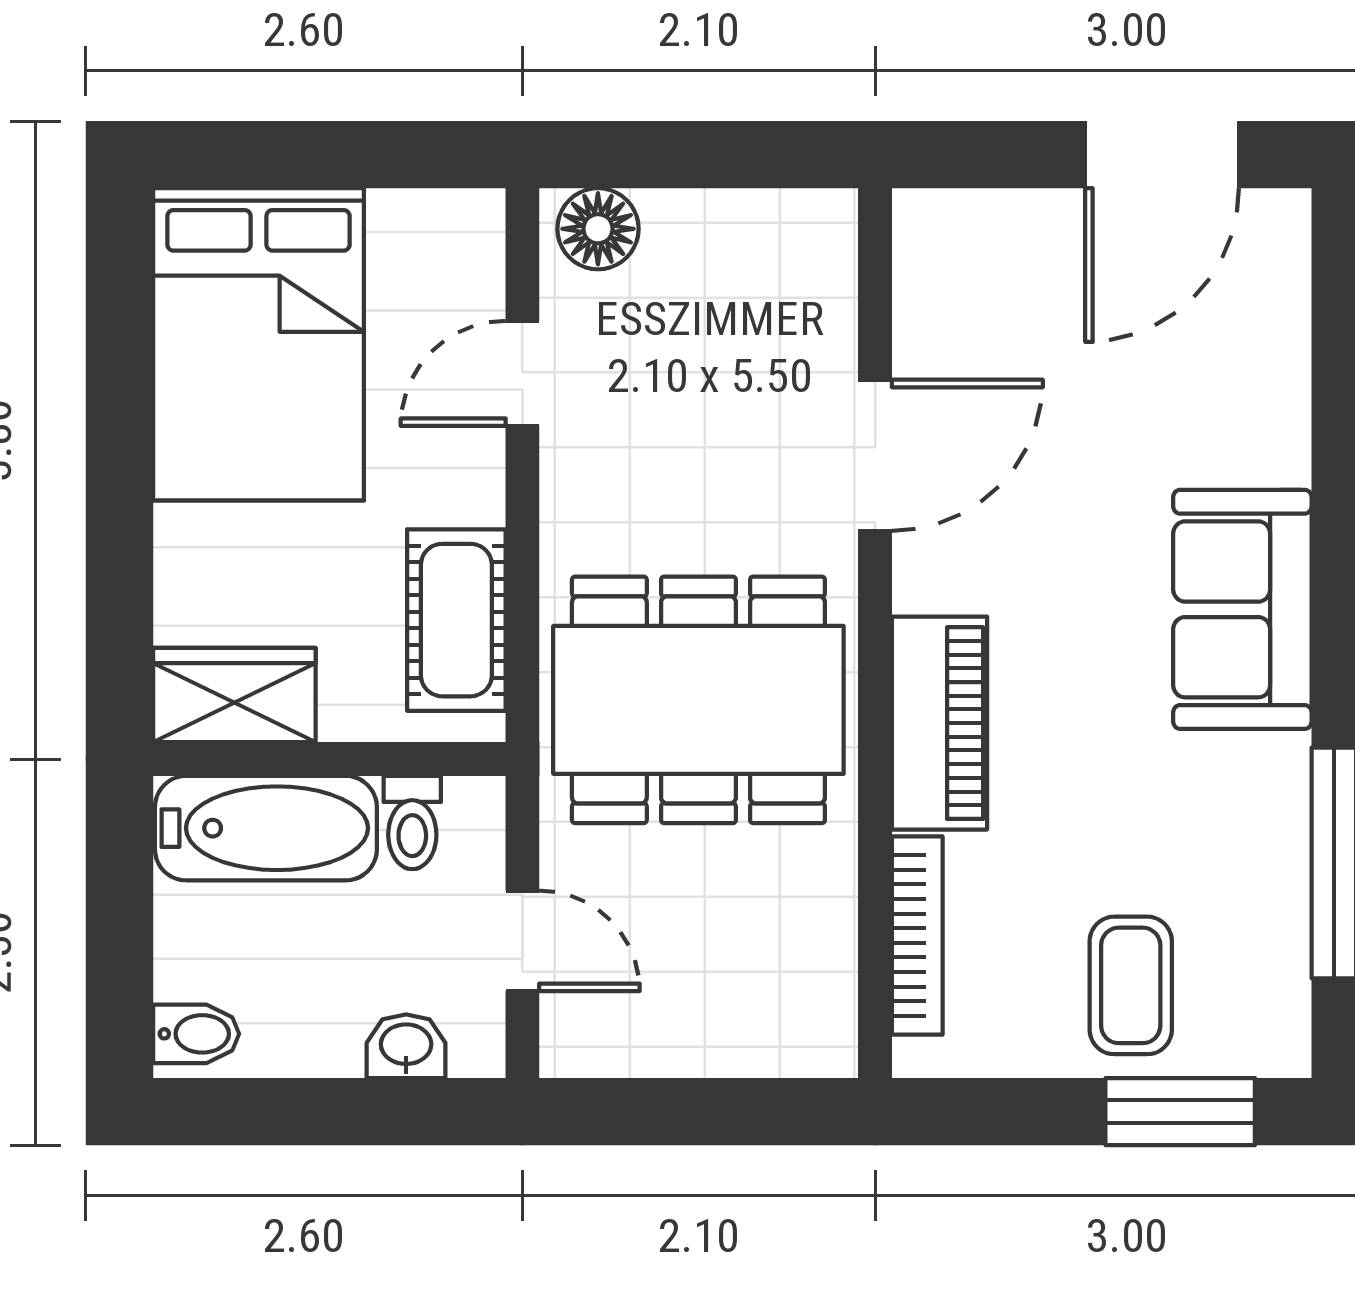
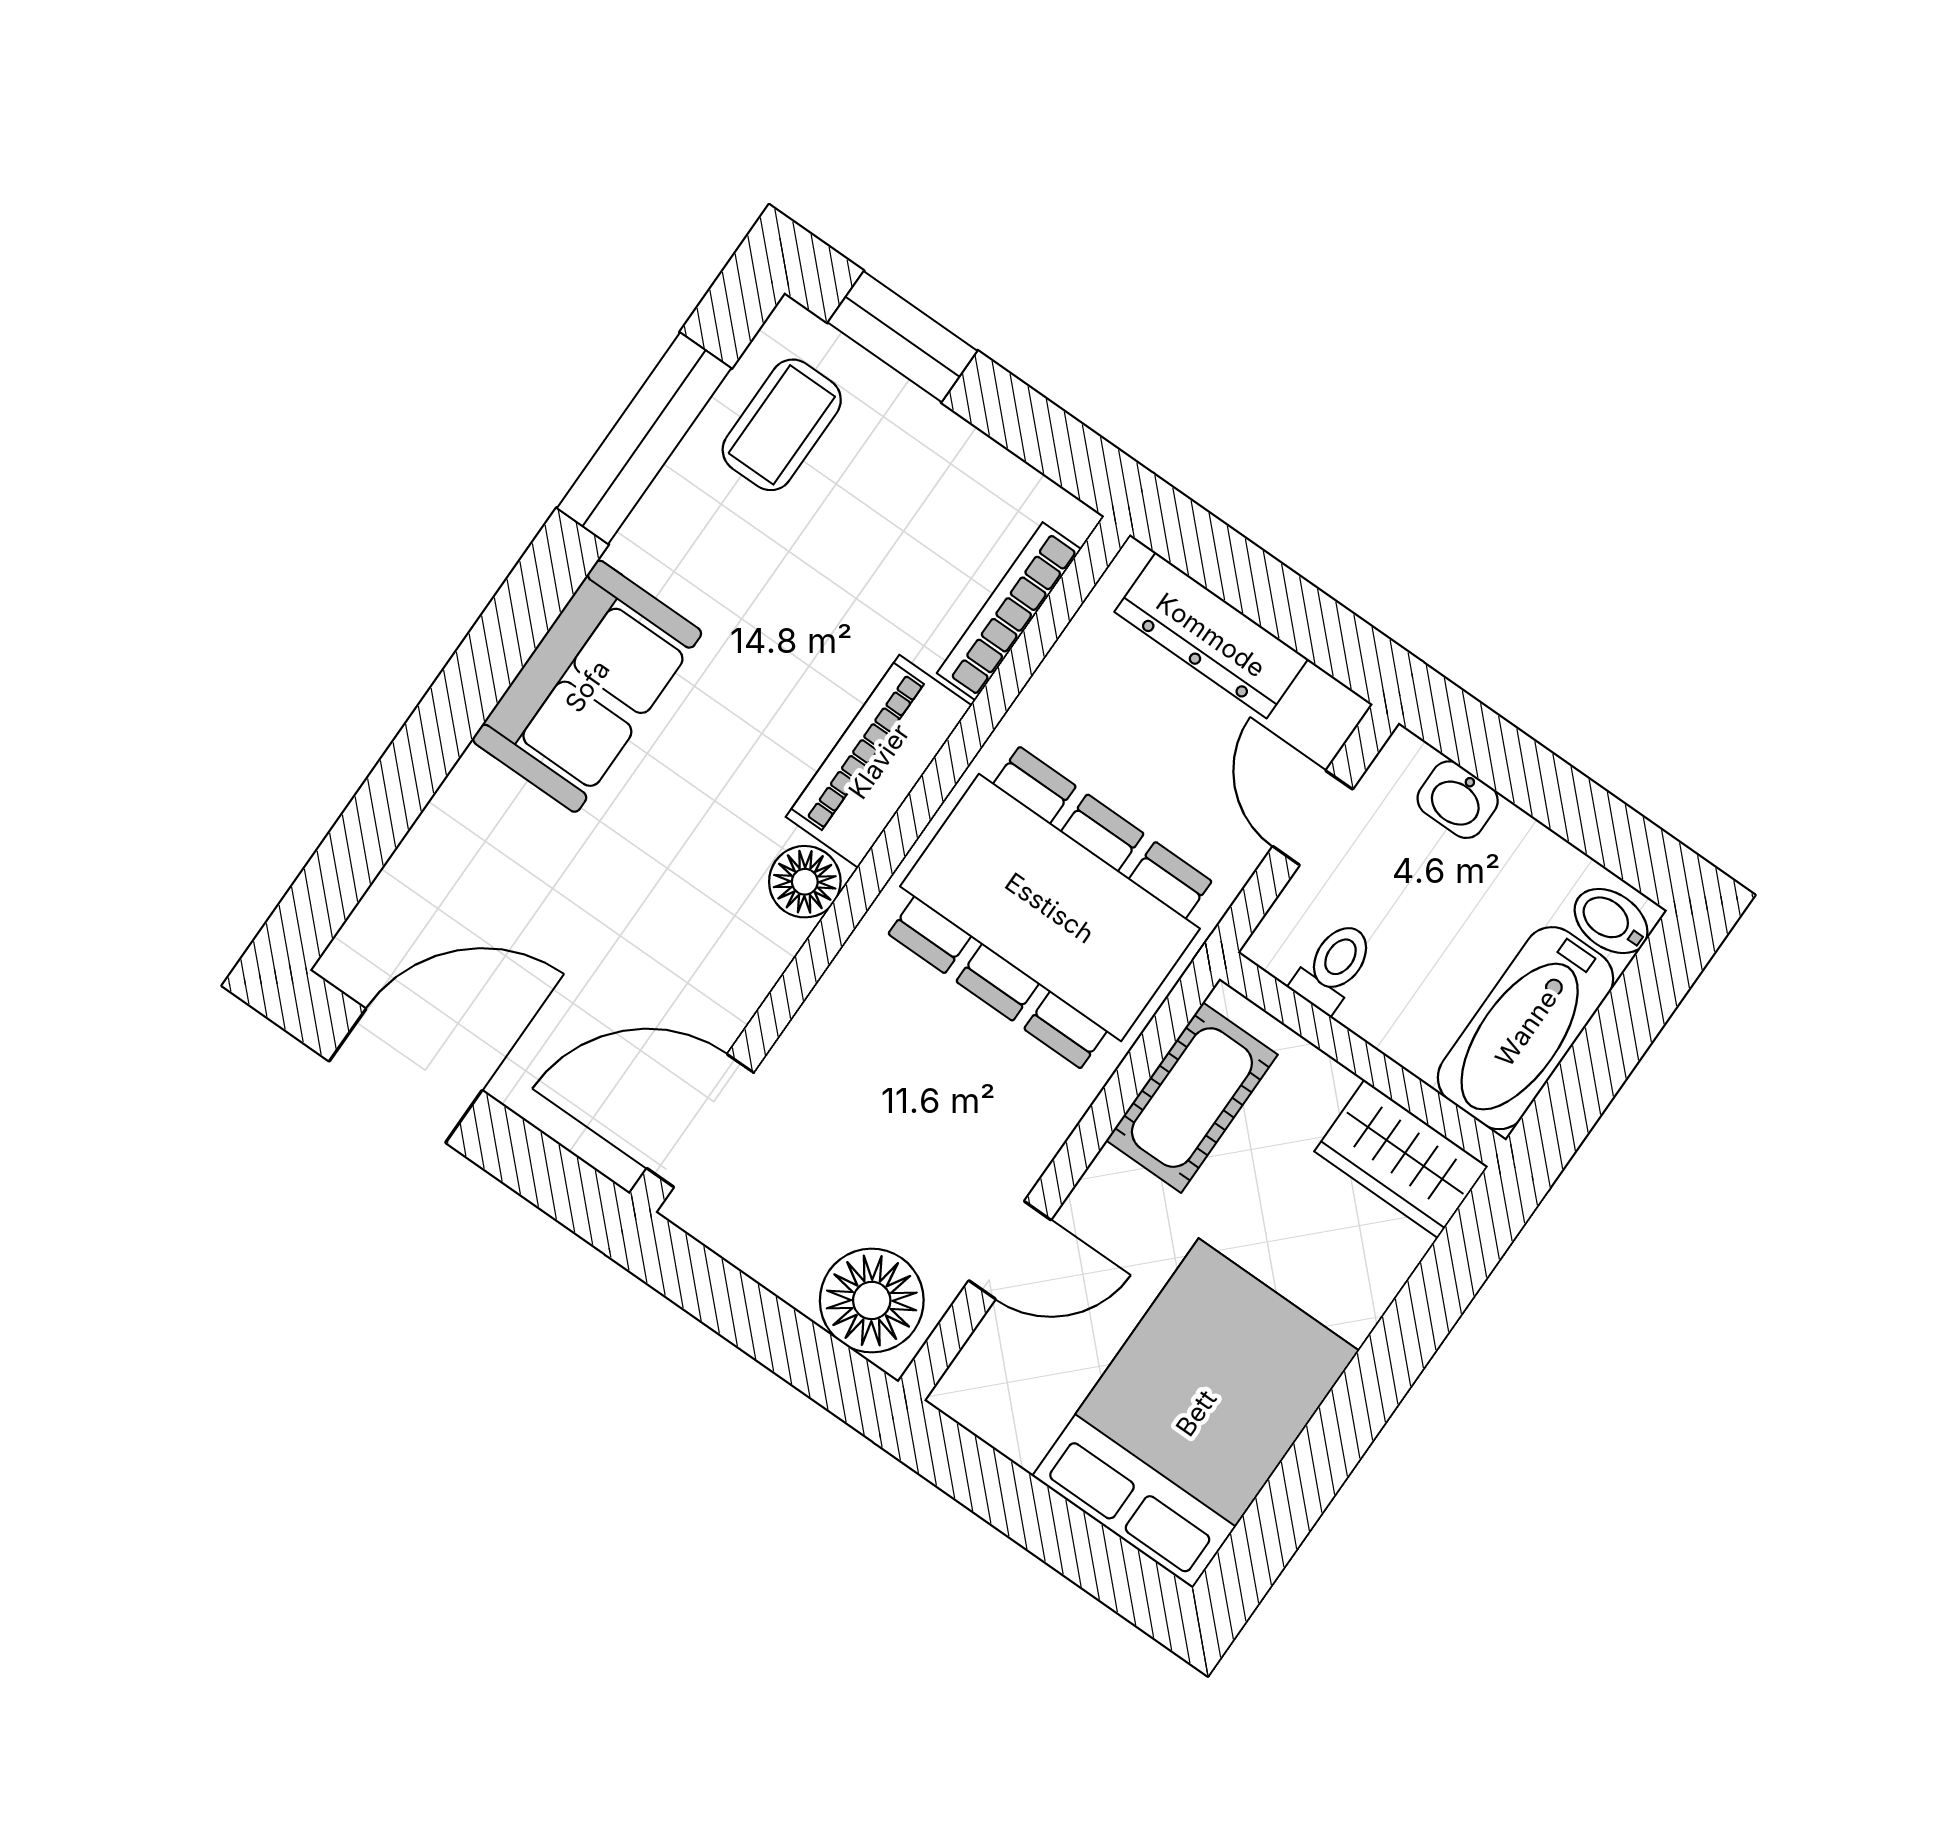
floor lamp: (598, 229) -> (872, 1300), width x1.38, depth x1.38
door: (875, 455) -> (700, 1121), moved
floor lamp: (930, 571) -> (805, 882), added
bathtub: (266, 828) -> (1526, 1028), moved, turned -90
coffee table: (1131, 985) -> (782, 425), moved
dresser: (724, 1039) -> (1211, 635), added

